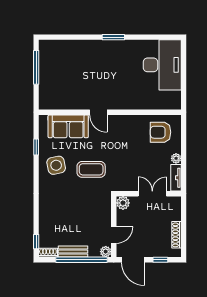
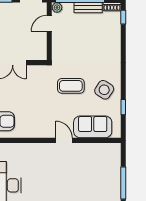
side table: (56, 165) -> (104, 90), turned 45
plant: (123, 203) -> (40, 54), removed

